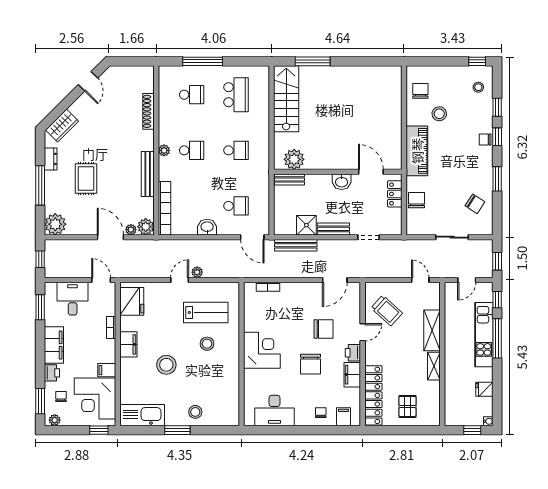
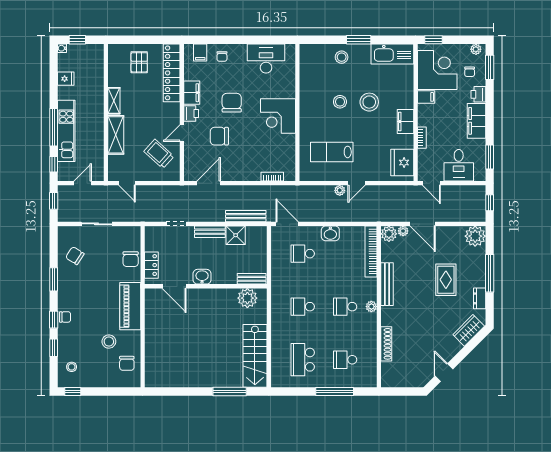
stool: (207, 344) -> (340, 102), moved

